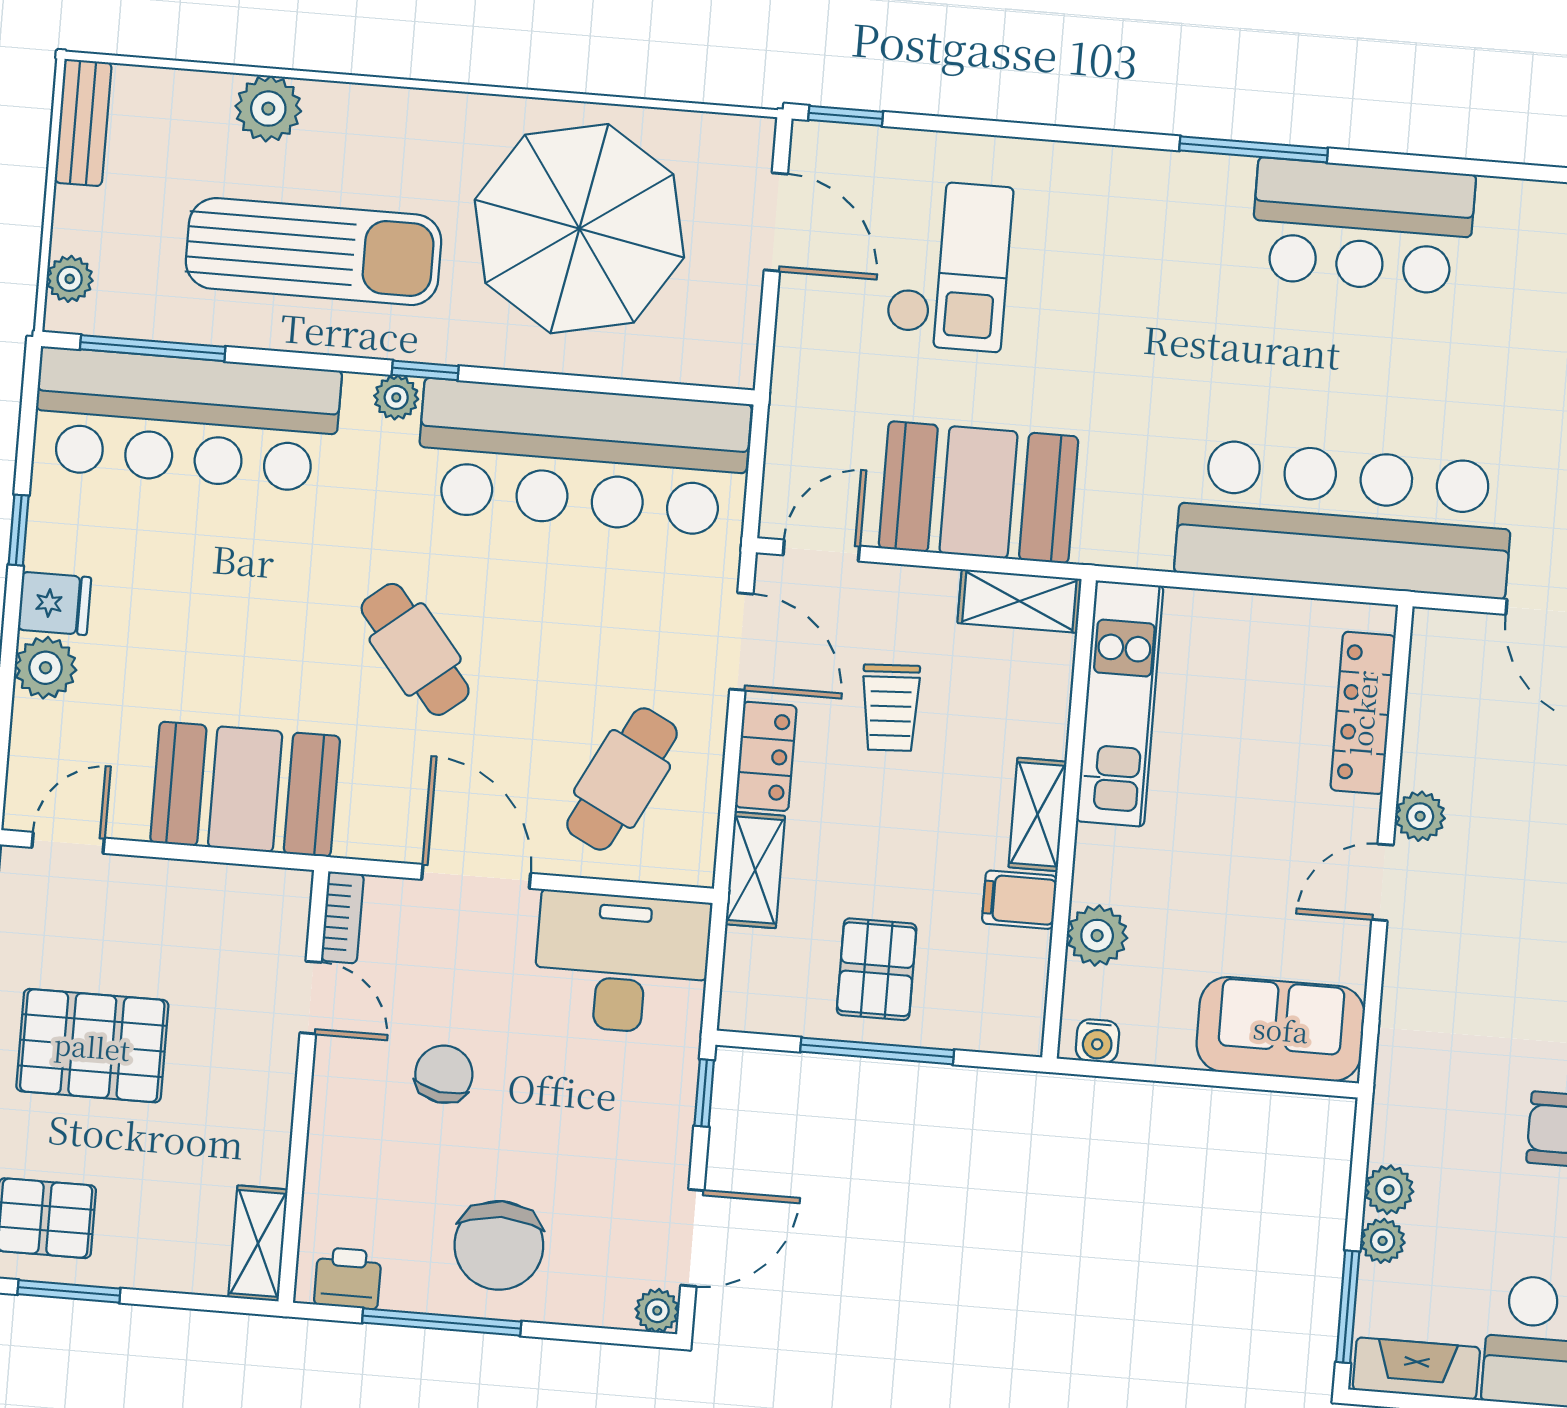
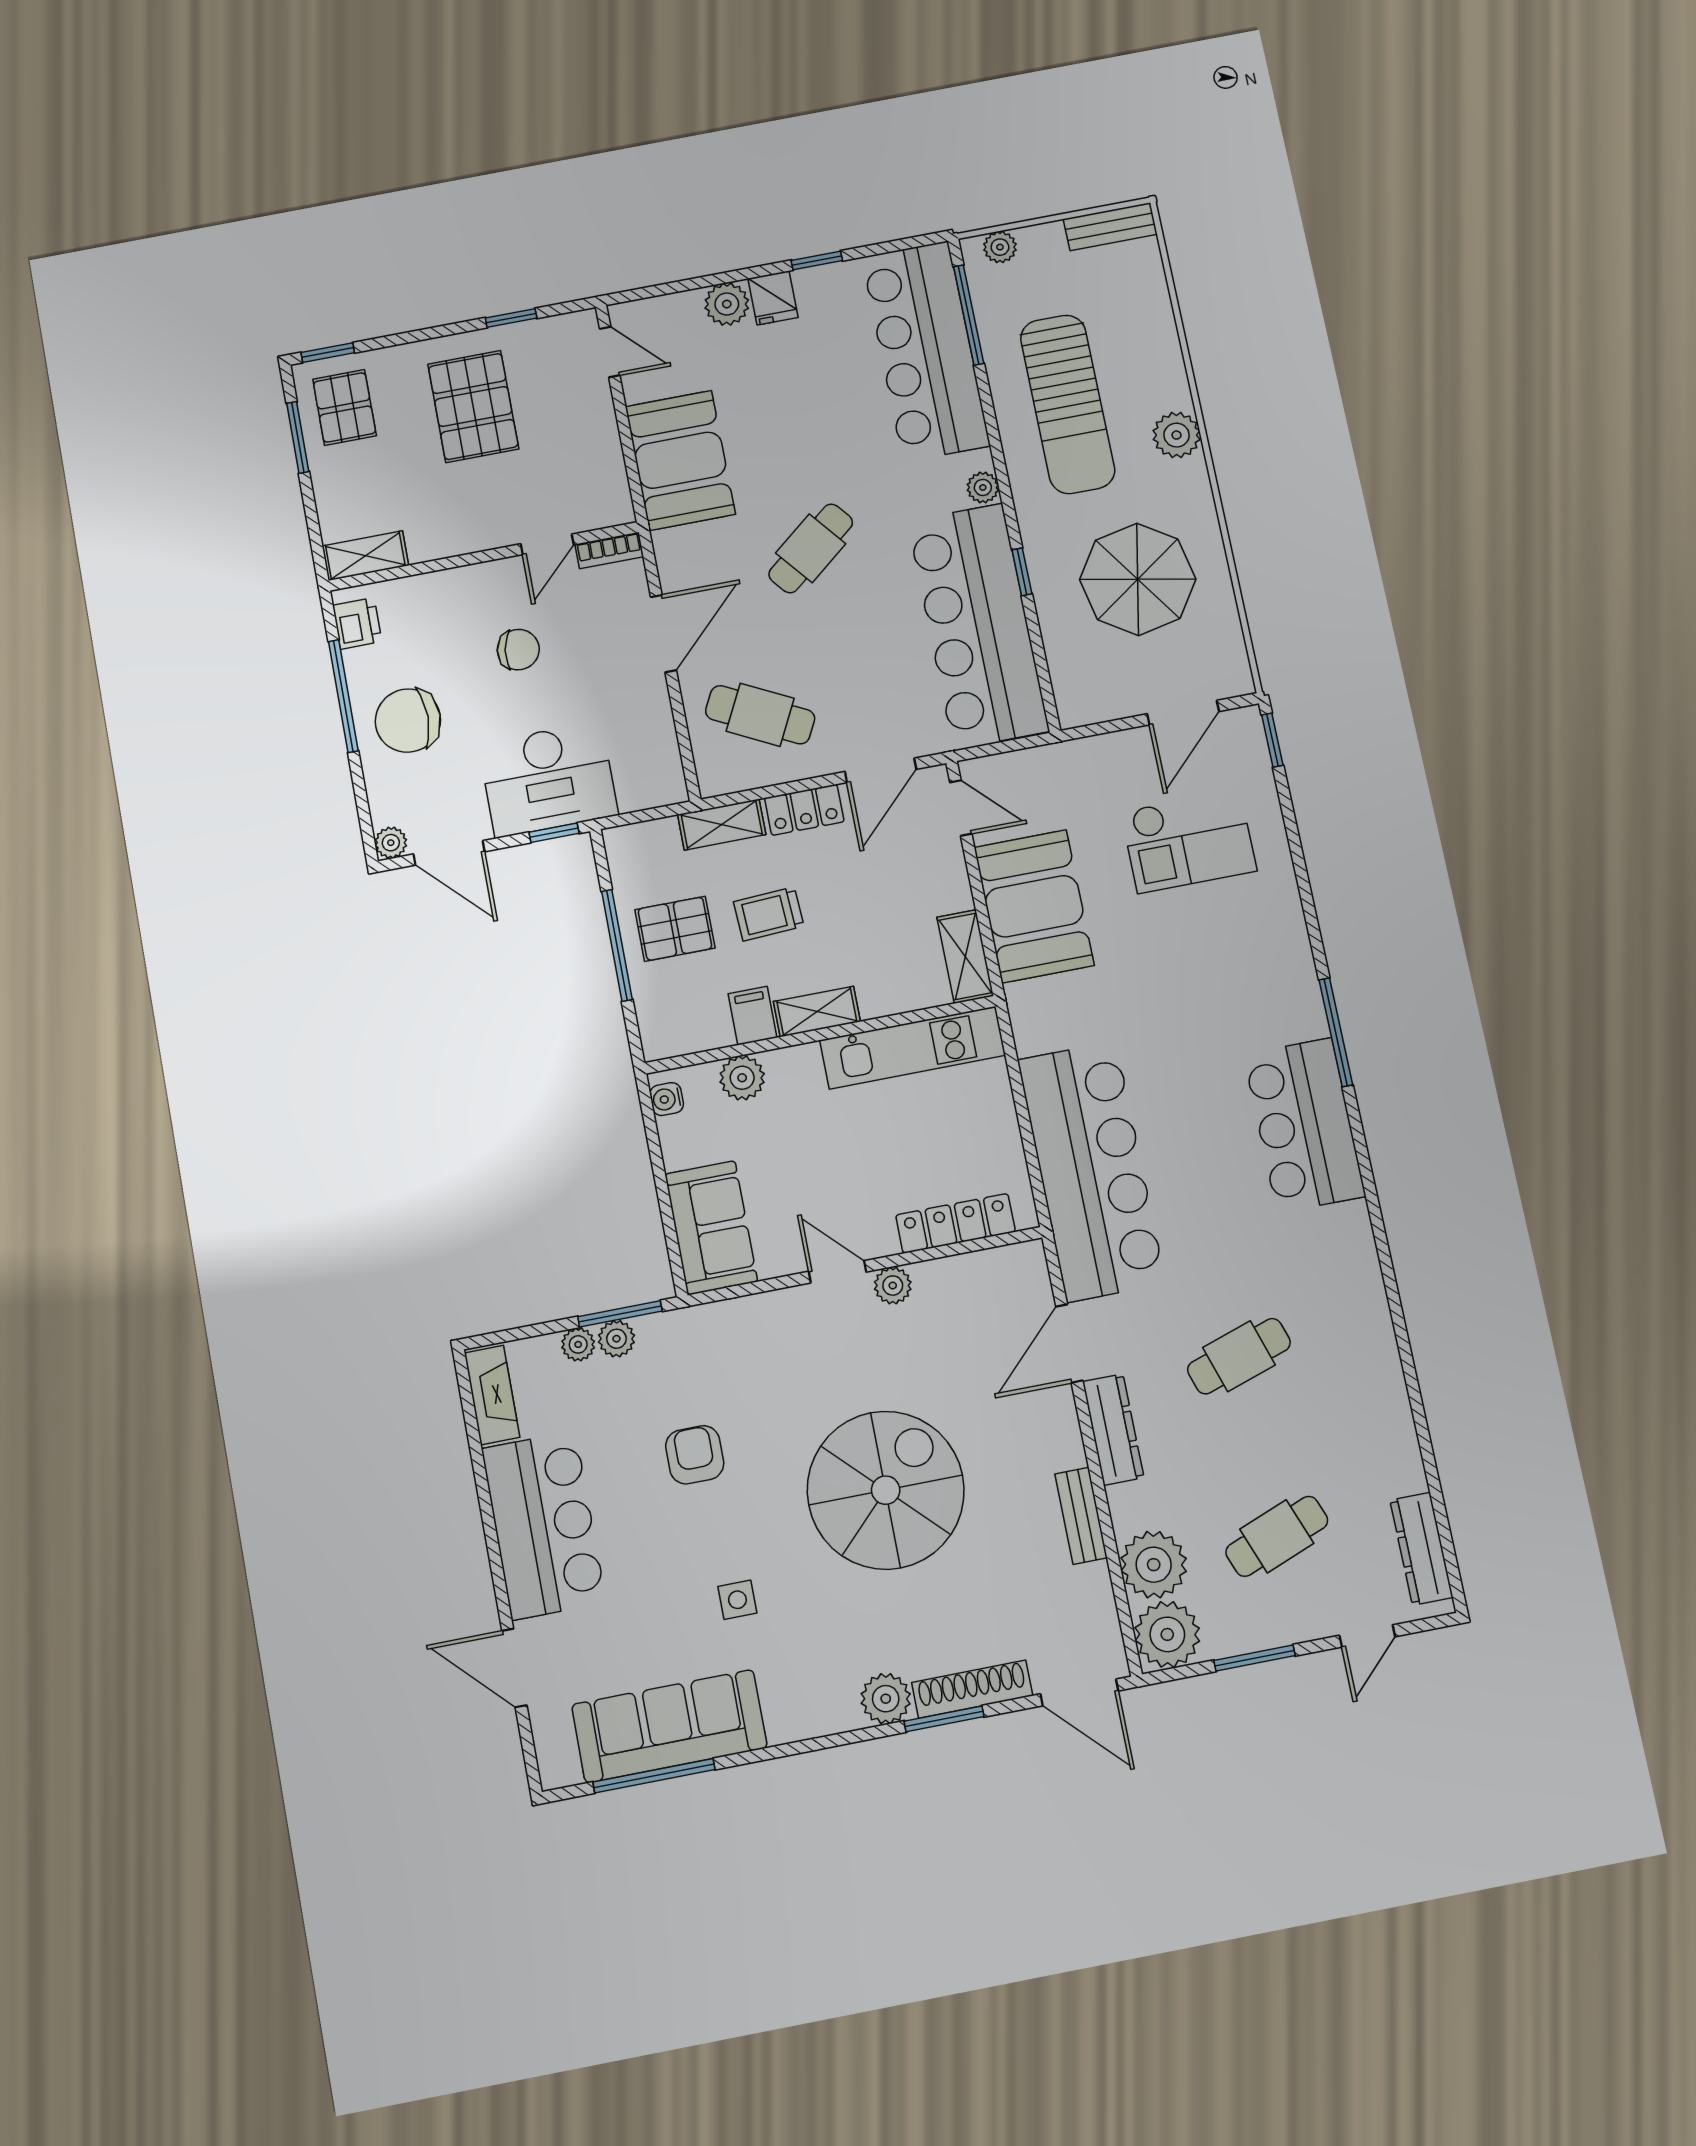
plant: (268, 109) -> (1177, 435), moved
parasol: (579, 229) -> (1138, 579), width x0.73, depth x0.73
window: (425, 370) -> (1022, 572), moved
trolley: (891, 708) -> (769, 914), moved
desk: (622, 963) -> (548, 779), moved, turned 90
window: (1348, 1307) -> (620, 1314), moved

